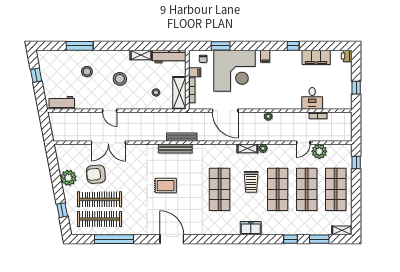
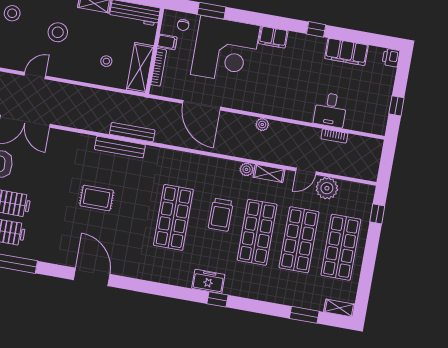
filing cabinet: (265, 56) -> (273, 37), width x2.00
door: (110, 111) -> (35, 76), swing flipped
shelving: (247, 148) -> (269, 173), moved
window: (291, 239) -> (217, 299), moved

